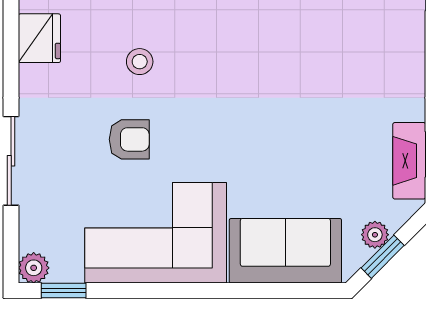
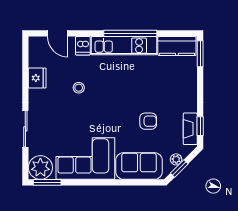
armchair: (129, 139) -> (148, 121), moved
plant: (34, 268) -> (40, 168), width x1.88, depth x1.88
window: (64, 291) -> (47, 182), width x1.50

